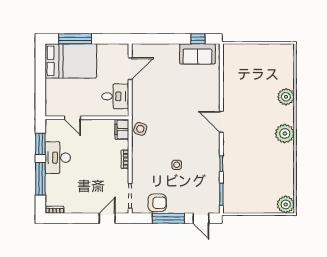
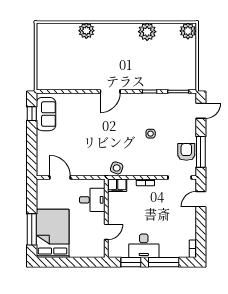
desk: (115, 96) -> (92, 200), moved, turned 90
plant: (285, 134) -> (147, 32), moved
door: (107, 218) -> (201, 199), hinge flipped
window: (168, 218) -> (201, 152), moved

